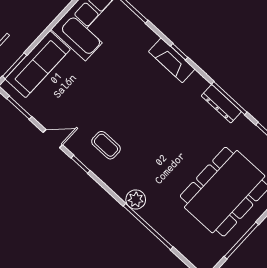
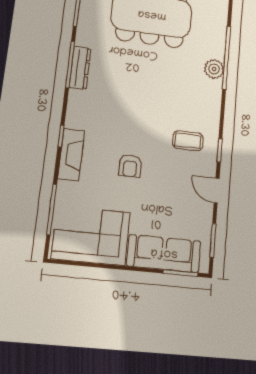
fireplace: (172, 60) -> (71, 155), moved
armchair: (120, 87) -> (130, 166), added
coffee table: (106, 145) -> (188, 141), turned 90
plant: (136, 200) -> (214, 69), moved

